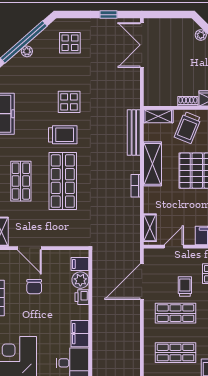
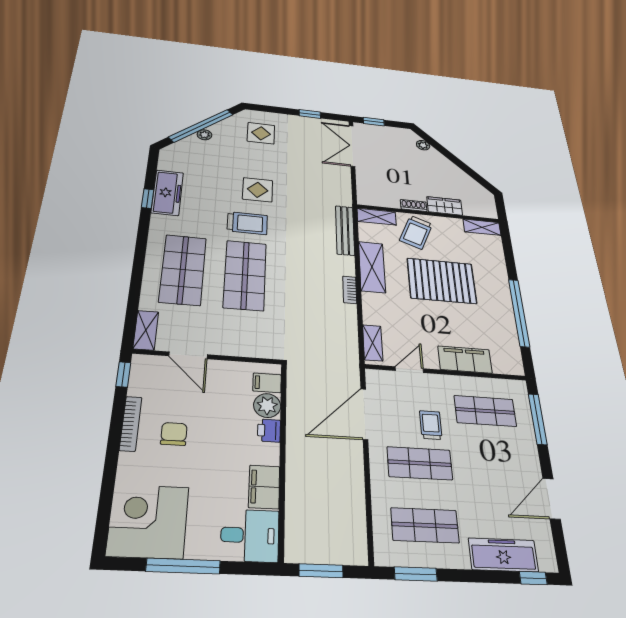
window: (161, 15) -> (374, 122), added
shop shelf: (21, 181) -> (183, 270), width x1.43, depth x1.36
chair: (34, 287) -> (174, 434), moved, turned 180

